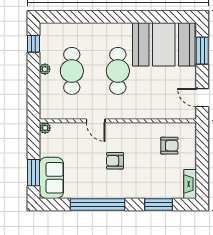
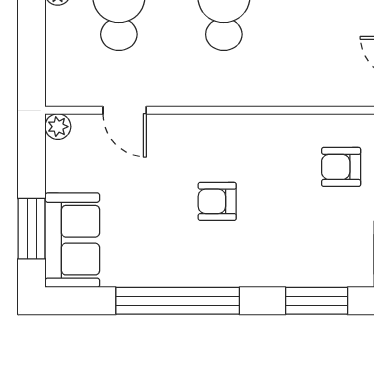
door: (96, 121) -> (125, 110), moved
armchair: (169, 146) -> (341, 167), turned 180

